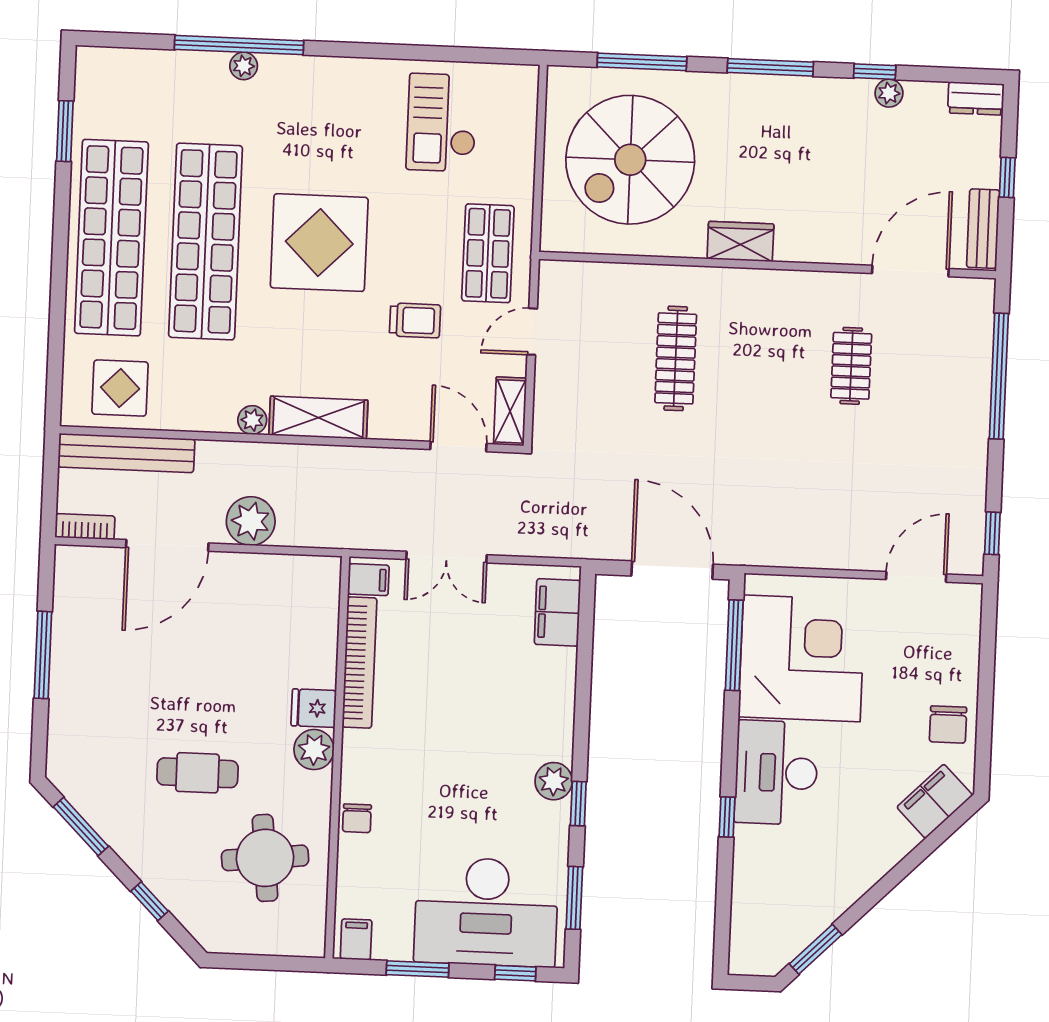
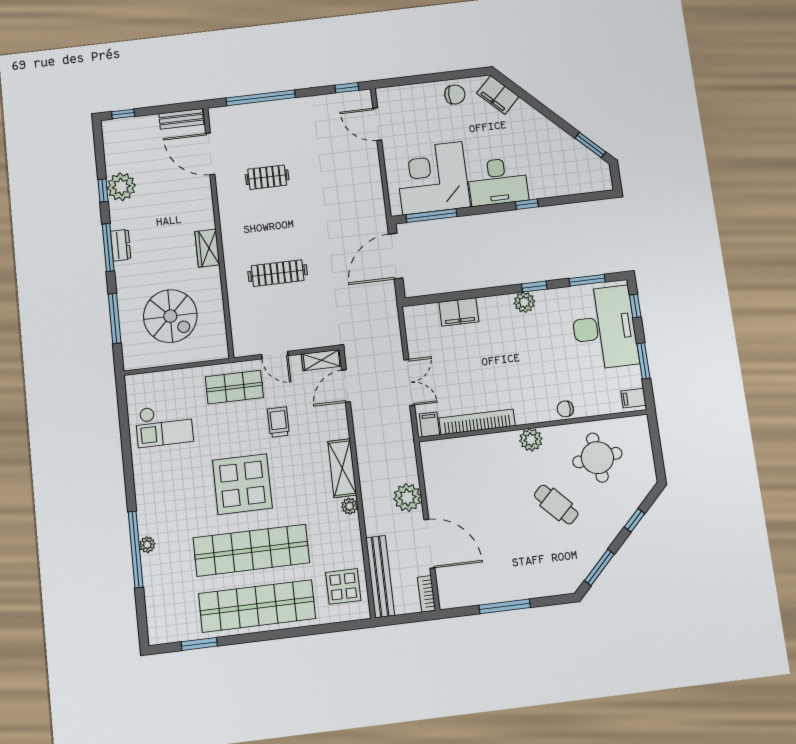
plant: (889, 93) -> (121, 187), width x1.87, depth x1.87
dresser: (976, 98) -> (121, 245), moved
spiral stairs: (630, 160) -> (170, 316), width x0.73, depth x0.73
window: (1007, 177) -> (123, 114), moved
filing cabinet: (557, 612) -> (459, 312), moved
fridge: (314, 708) -> (507, 444), removed
cafe table: (197, 773) -> (556, 505), turned -44
chair: (357, 818) -> (565, 409), turned 180

